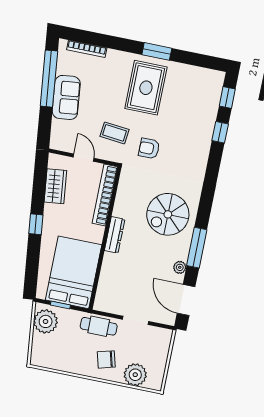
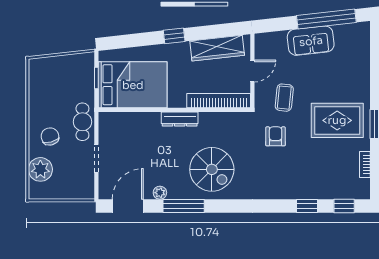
bookcase: (87, 49) -> (365, 165), moved, width x0.64
wardrobe: (55, 186) -> (217, 48), width x1.50
spiral stairs: (168, 214) -> (212, 169), turned 180
plant: (46, 321) -> (76, 66), removed

